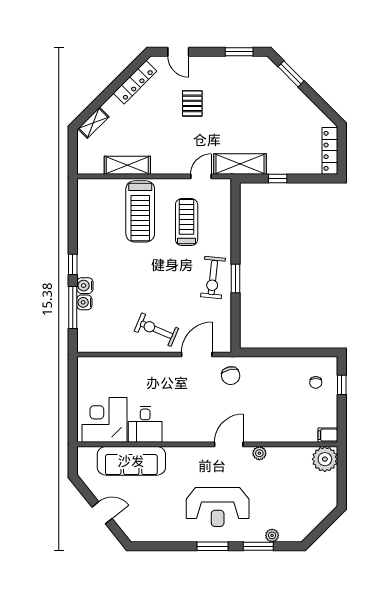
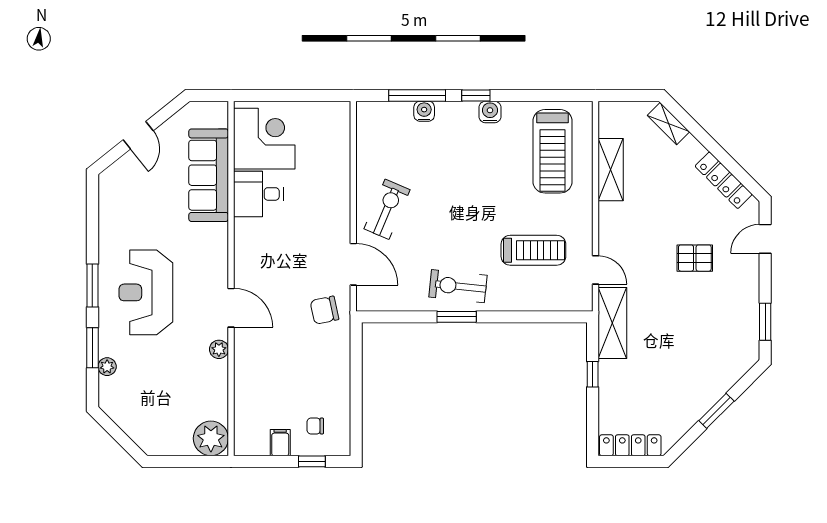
window: (291, 74) -> (716, 411), moved
treadmill: (140, 211) -> (553, 151), moved, turned -90
water cooler: (85, 286) -> (490, 112), moved
filing cabinet: (328, 435) -> (280, 443), moved

